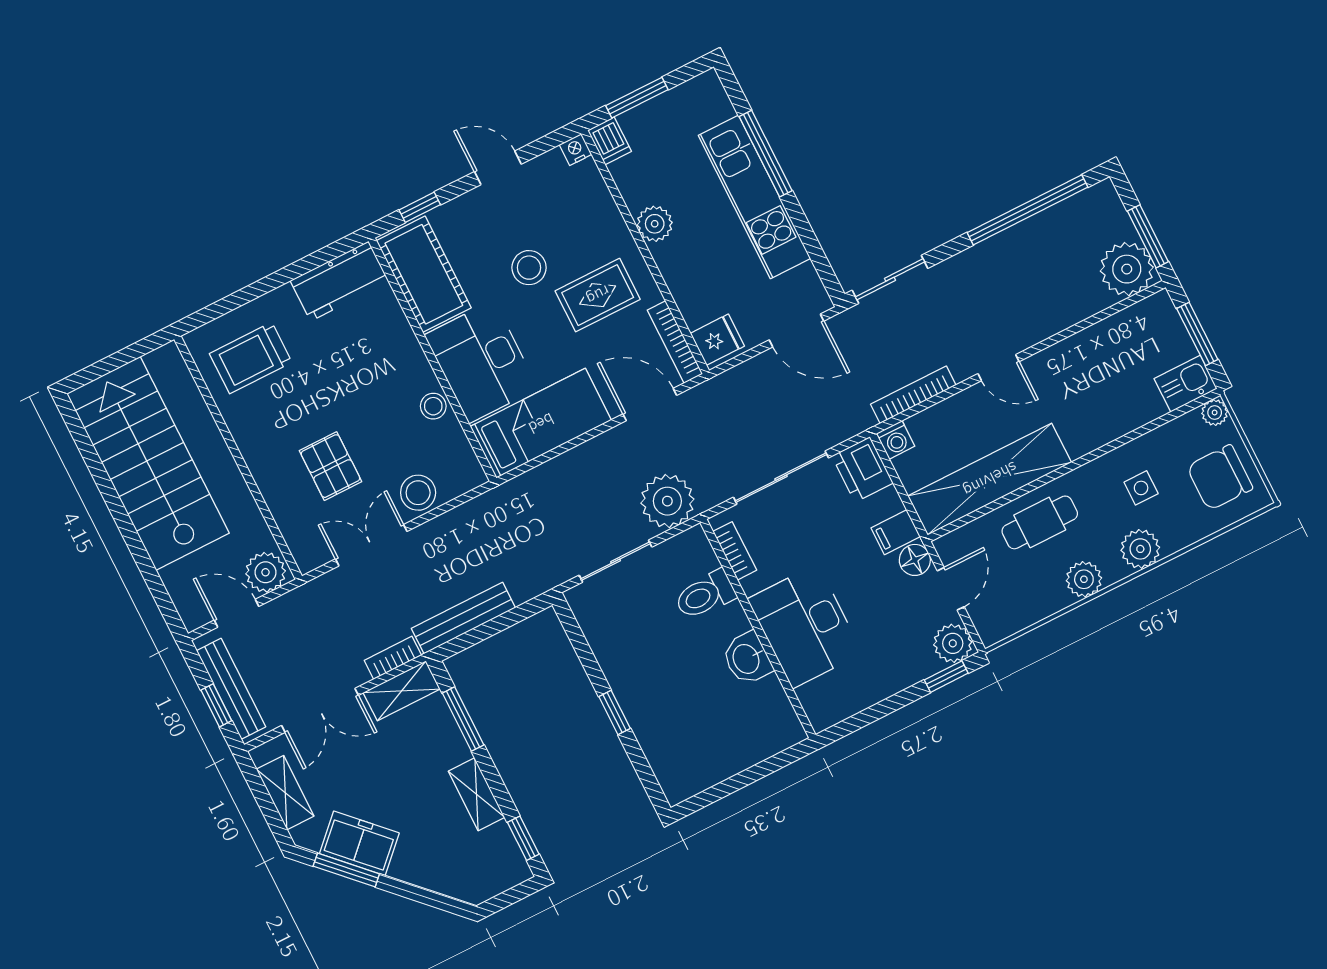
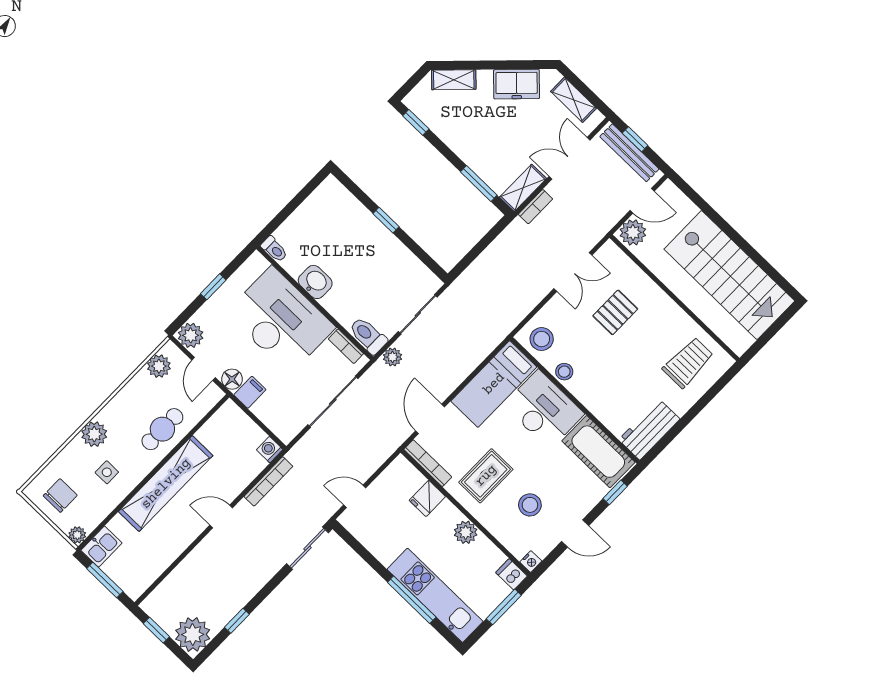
kitchen unit: (754, 197) -> (435, 595), moved
window: (1028, 210) -> (237, 621), width x0.32
window: (1148, 236) -> (156, 630), width x0.67
stool: (529, 268) -> (530, 505), moved
plant: (1127, 269) -> (193, 635), moved
door: (797, 330) -> (355, 496), width x0.73
fridge: (717, 340) -> (427, 498), moved
door: (650, 405) -> (430, 419), swing flipped
pallet: (330, 466) -> (615, 312), turned 90
printer: (862, 469) -> (284, 424), removed
chair: (1220, 478) -> (60, 496), width x0.73, depth x0.73
shelving: (990, 479) -> (166, 484), moved
stool: (418, 493) -> (542, 339), moved
plant: (667, 501) -> (392, 357), width x0.53, depth x0.53
plant: (1084, 579) -> (159, 366), moved
toilet: (705, 595) -> (368, 335), moved, turned -90
bench: (463, 618) -> (500, 246), removed
desk: (805, 626) -> (281, 320), width x1.36, depth x1.30
window: (946, 677) -> (213, 287), moved
toilet: (790, 726) -> (274, 249), added
shelving: (476, 794) -> (454, 80), moved, turned -45
window: (346, 870) -> (519, 65), removed

